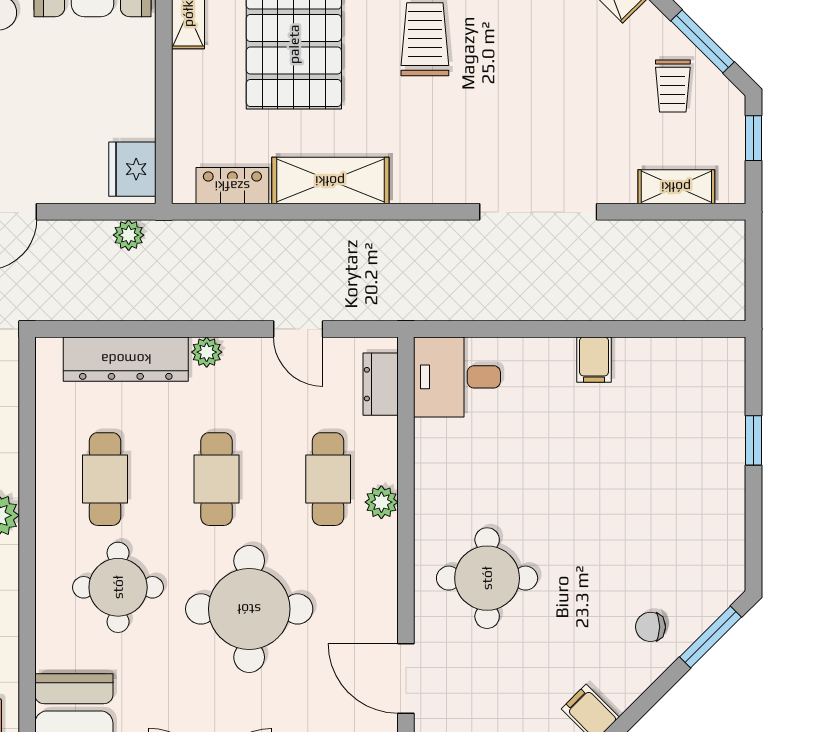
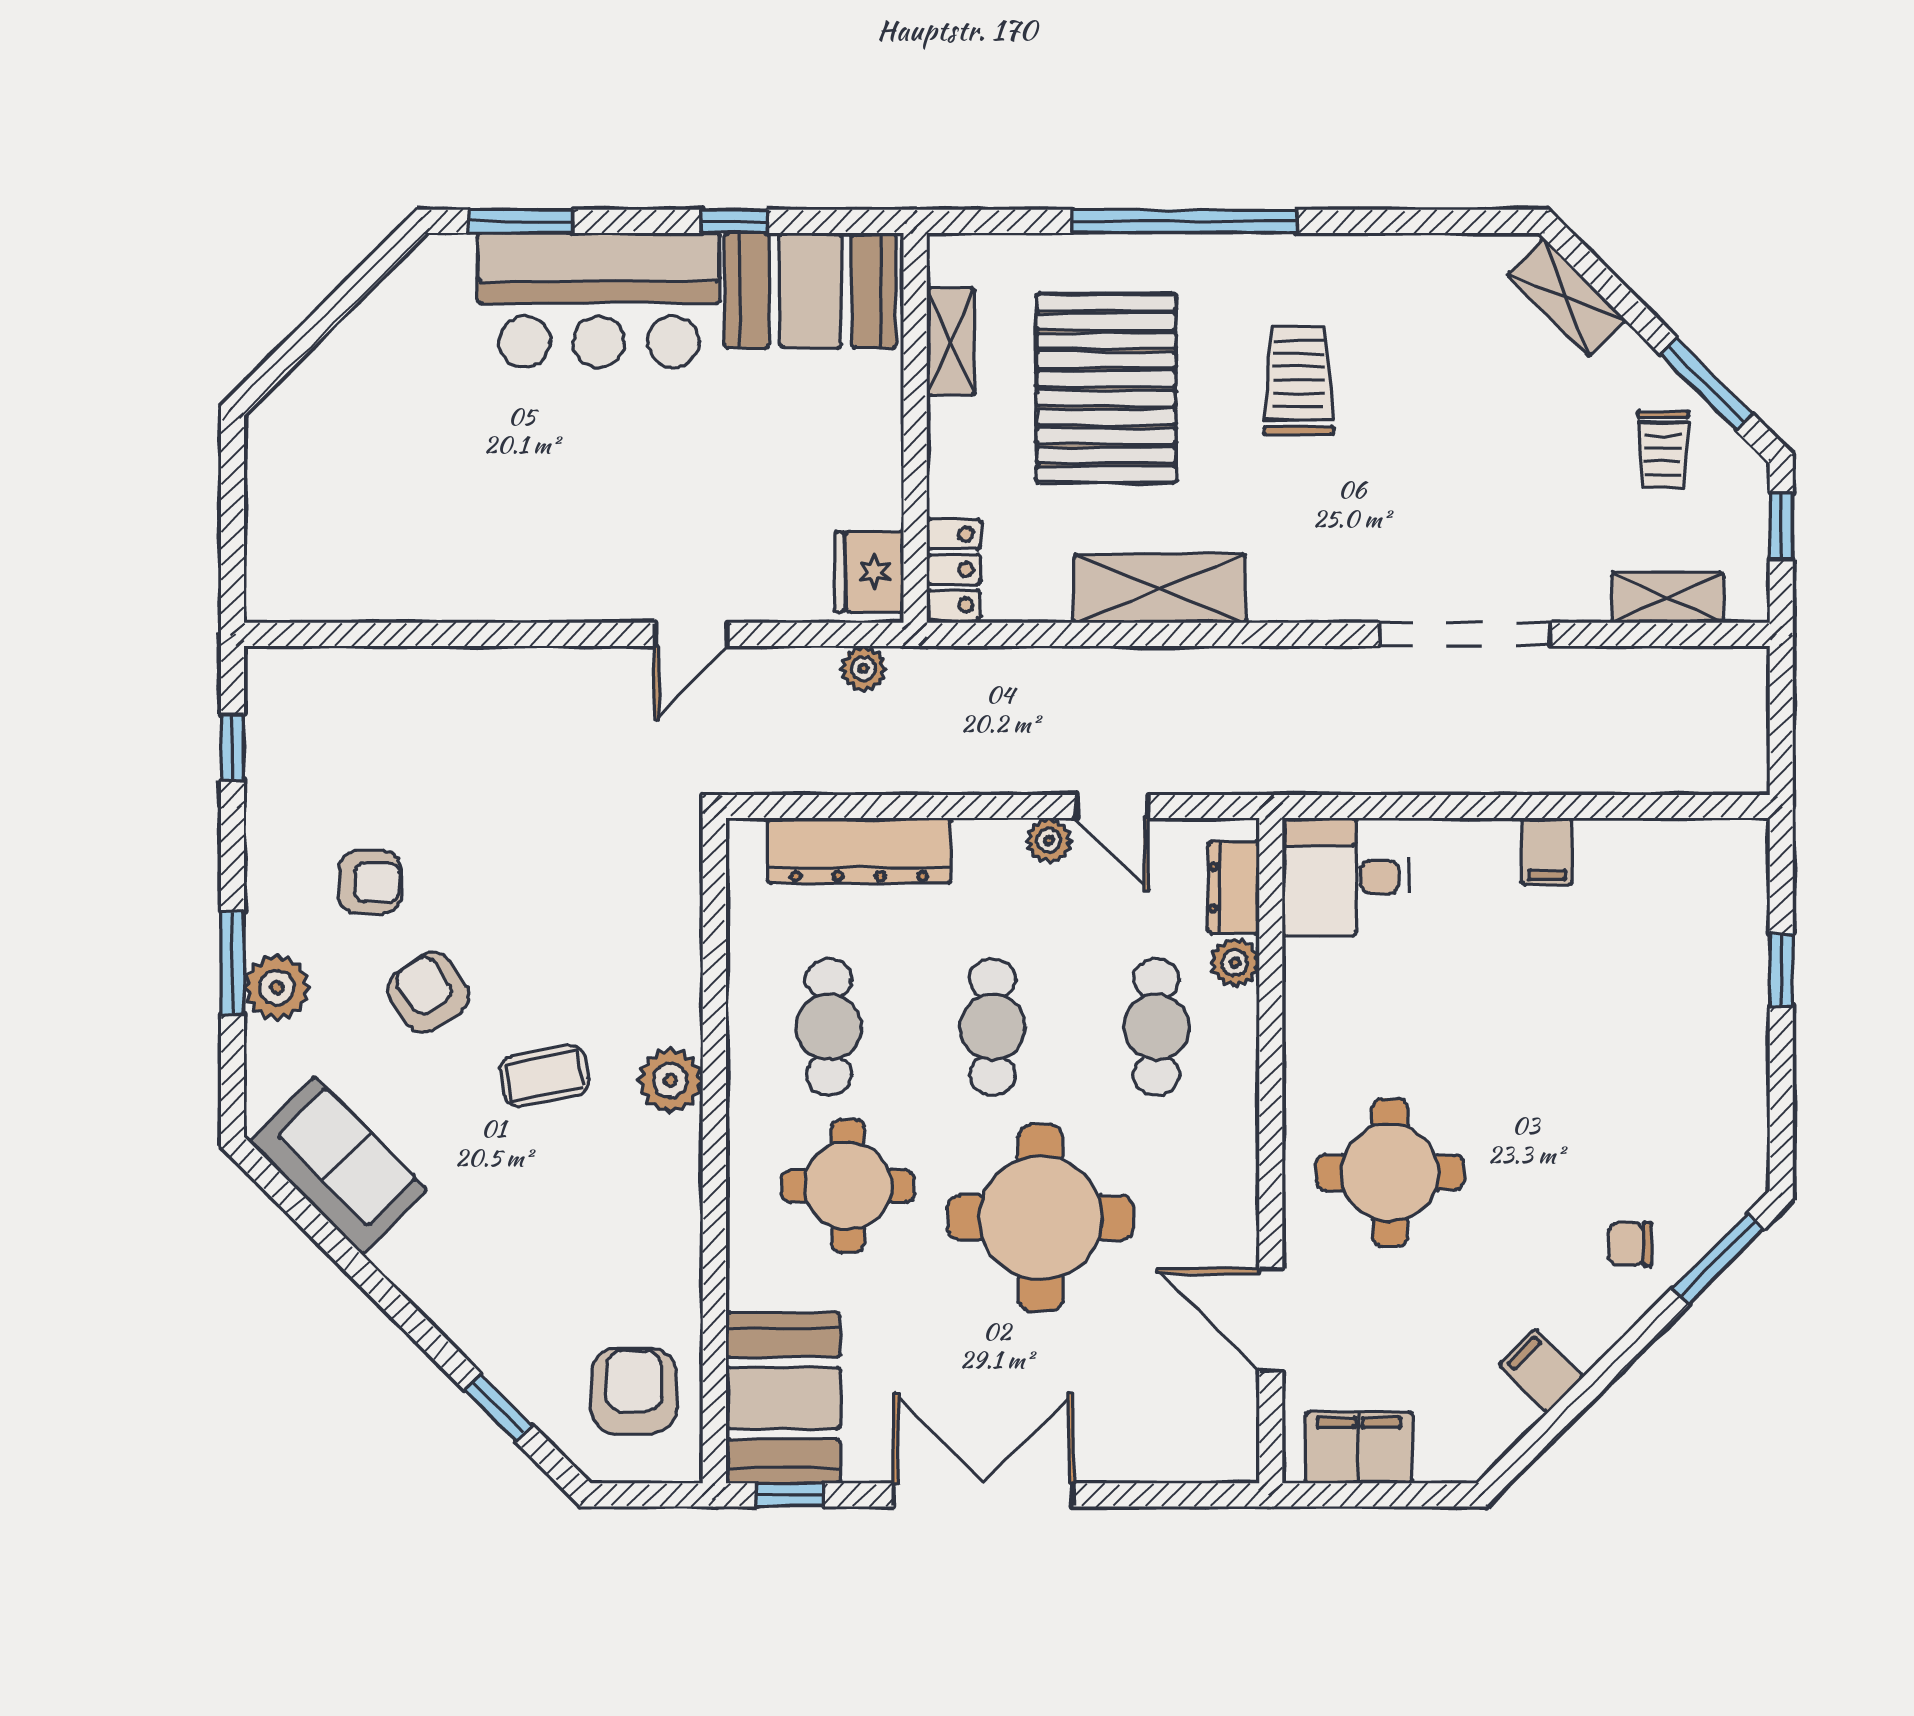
locker: (232, 186) -> (954, 570), moved, turned 90
plant: (207, 352) -> (1049, 841), moved
plant: (381, 502) -> (1235, 962), moved

